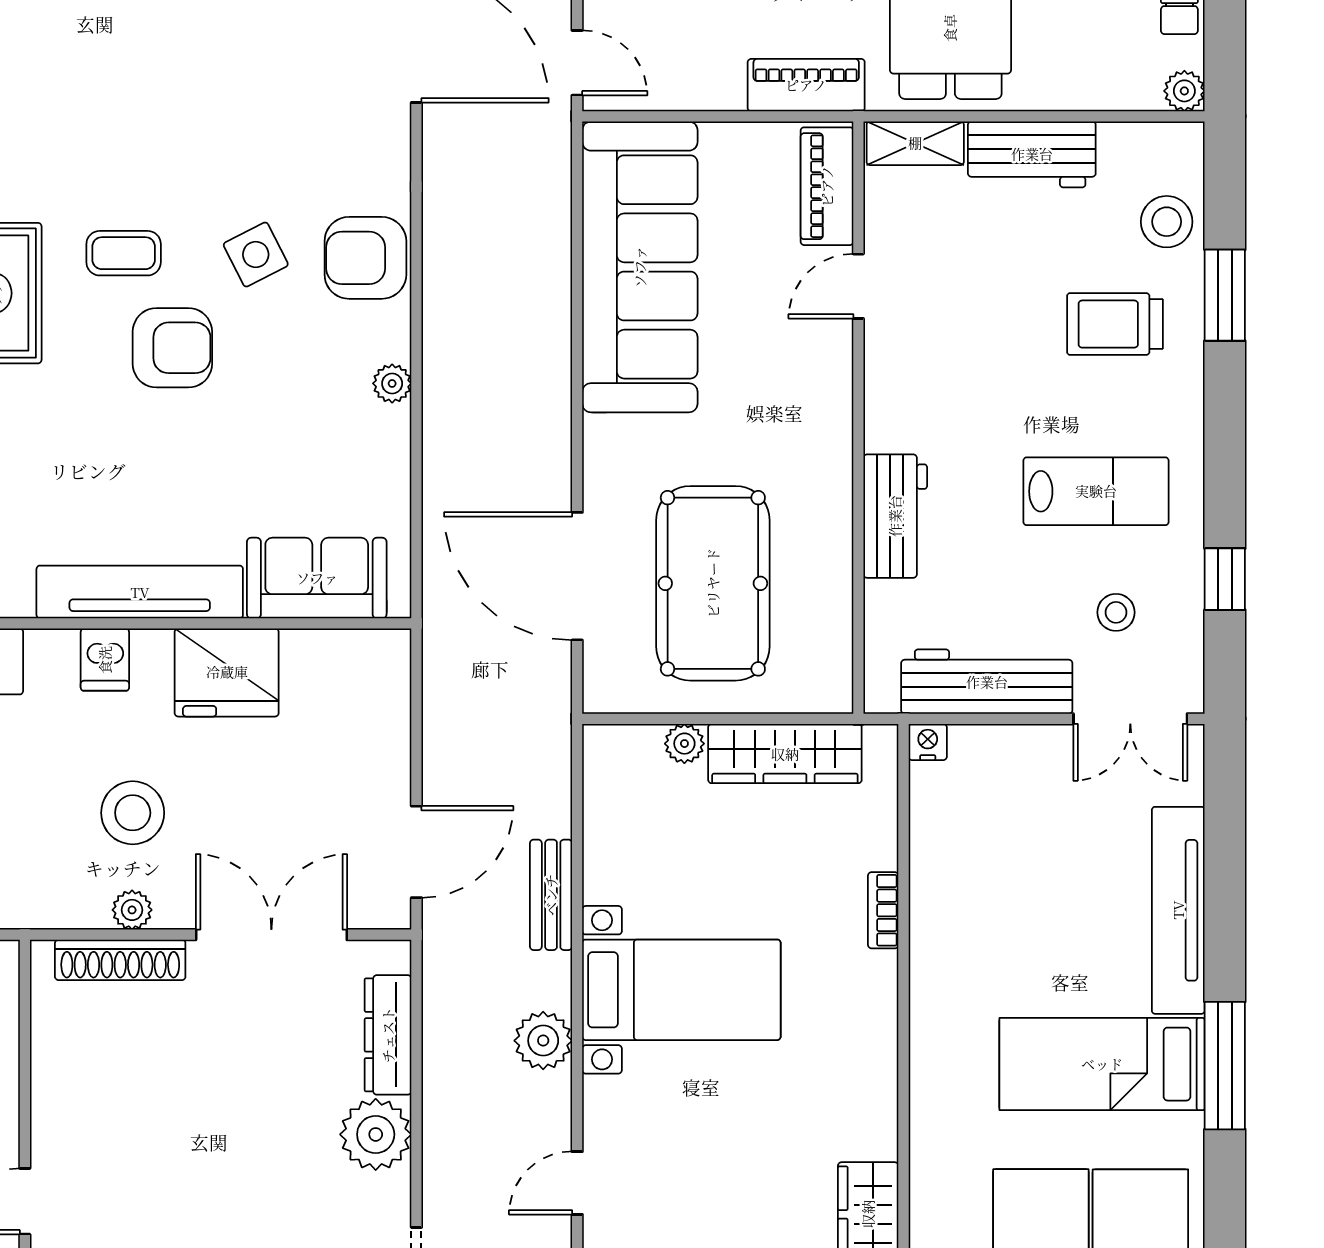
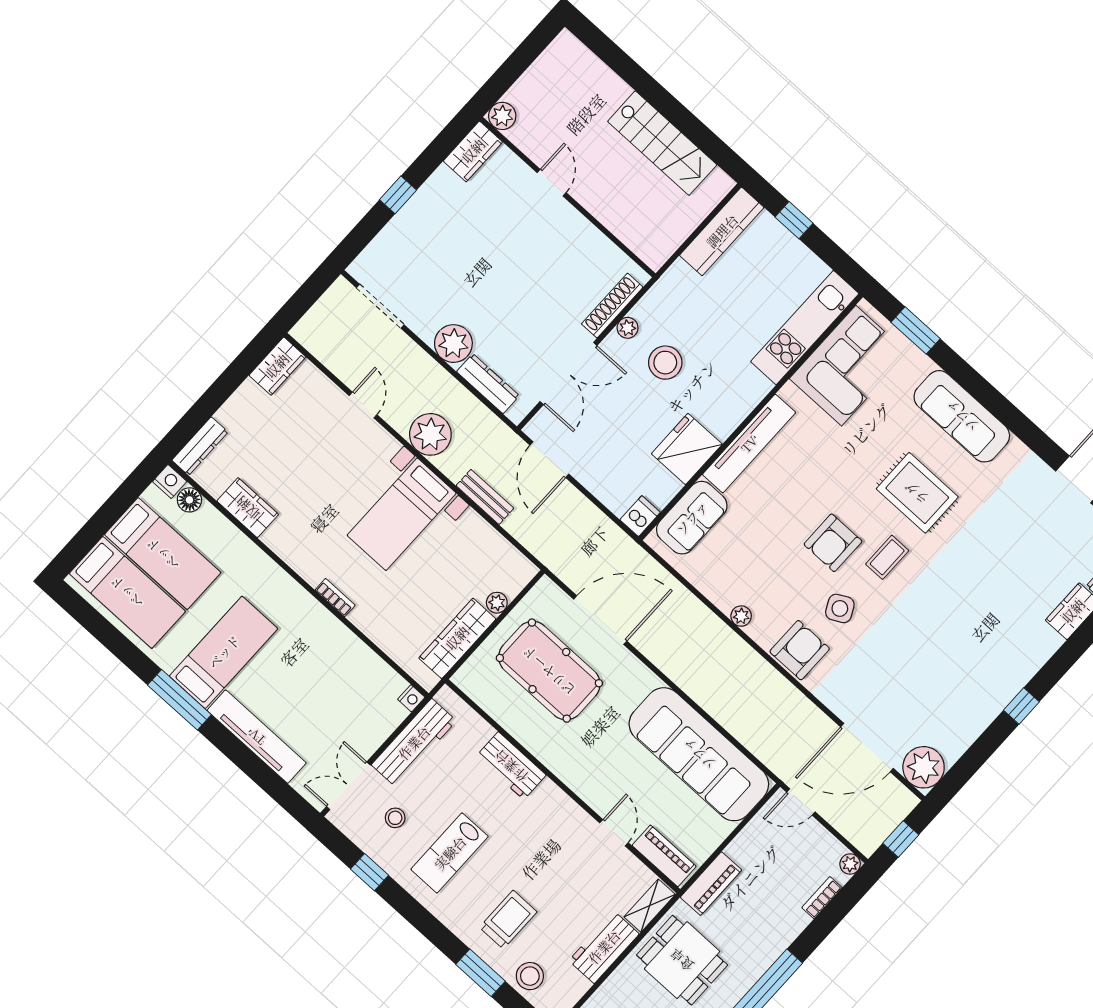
dishwasher: (105, 660) -> (640, 516), moved, turned 90
bookcase: (883, 910) -> (335, 598), moved
plant: (543, 1041) -> (430, 434), width x1.36, depth x1.36

